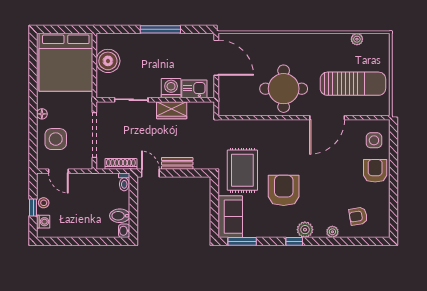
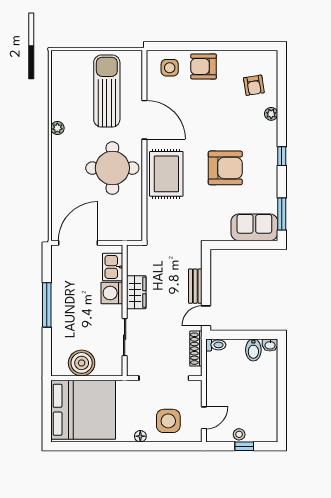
plant: (357, 39) -> (57, 128), moved
rug: (242, 170) -> (166, 174), moved, turned 90
armchair: (284, 190) -> (225, 168), turned 180
washing machine: (43, 222) -> (260, 435), removed
plant: (305, 230) -> (269, 144), removed

